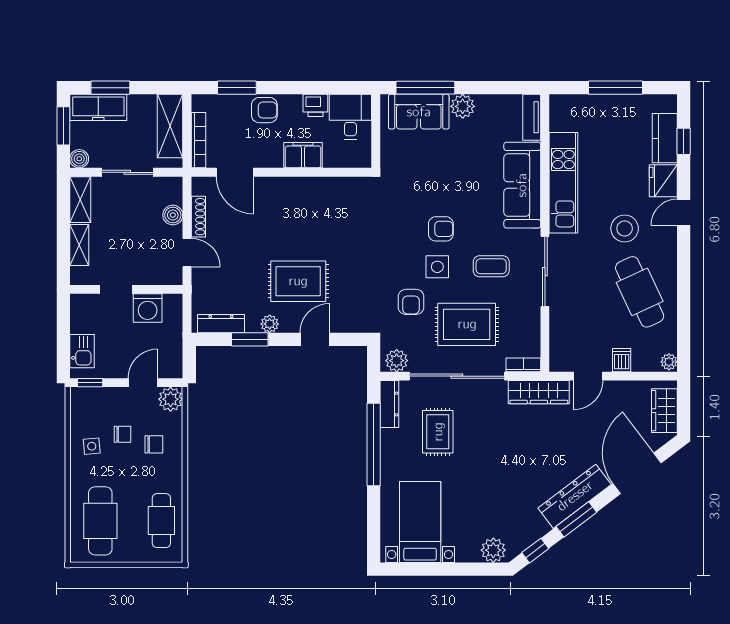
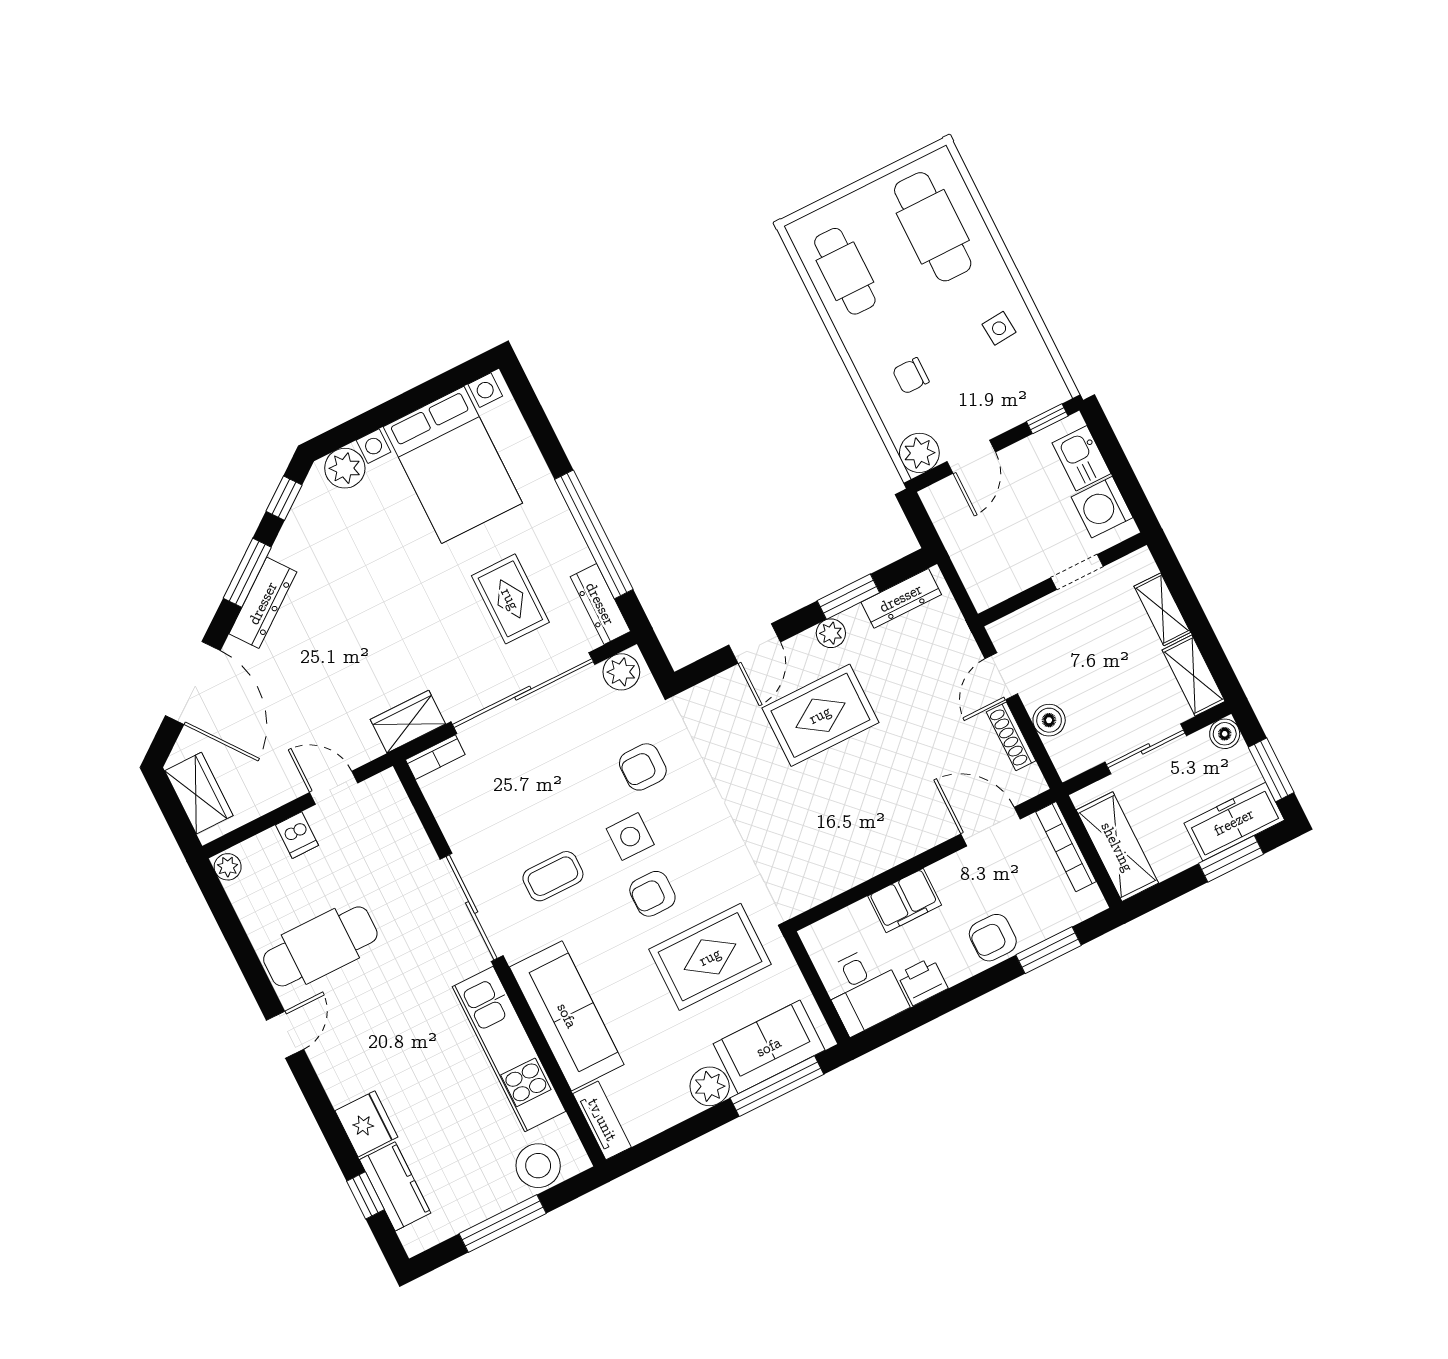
door: (684, 212) -> (285, 1035), moved
stool: (625, 228) -> (538, 1166), moved
door: (187, 253) -> (1001, 676), hinge flipped
cafe table: (640, 292) -> (320, 946), turned -65
armchair: (411, 302) -> (643, 767), turned -90
washing machine: (148, 308) -> (1102, 507), moved, turned -90
rug: (467, 324) -> (710, 957), moved
door: (588, 376) -> (334, 788), hinge flipped
wardrobe: (539, 392) -> (408, 722), width x0.67
chair: (123, 434) -> (963, 368), removed
dresser: (575, 496) -> (263, 603), width x0.73, depth x0.80
bed with nightstands: (420, 522) -> (453, 465), width x1.36

